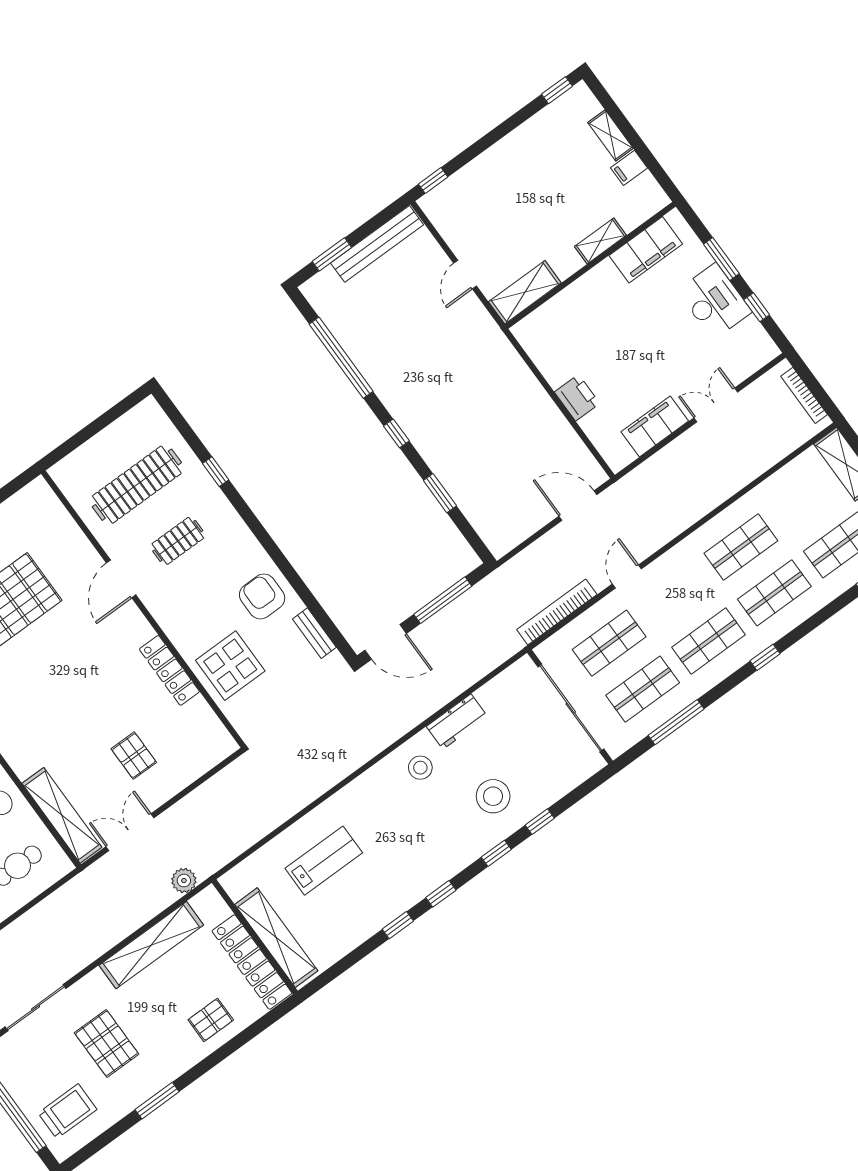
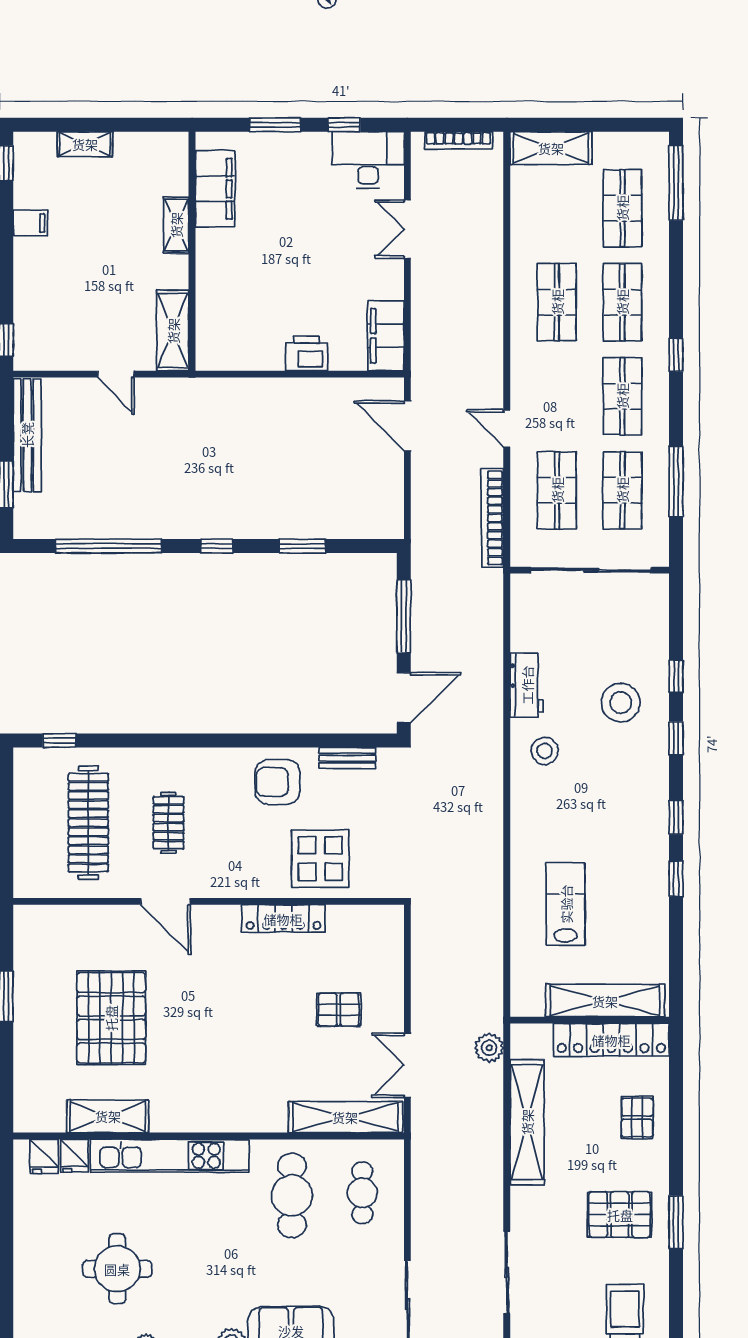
filing cabinet: (629, 168) -> (30, 223), moved, turned -90
desk: (714, 301) -> (368, 160), moved
filing cabinet: (655, 426) -> (386, 336), moved
window: (216, 472) -> (59, 740), moved
door: (578, 505) -> (407, 426), hinge flipped
pallet: (107, 1043) -> (620, 1215), moved

